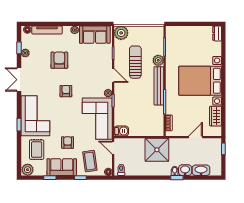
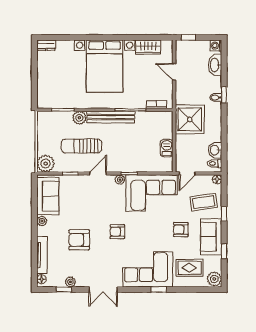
barbecue: (121, 131) -> (167, 148), moved
washbasin: (185, 170) -> (215, 150), moved
washing machine: (217, 171) -> (216, 46), added

